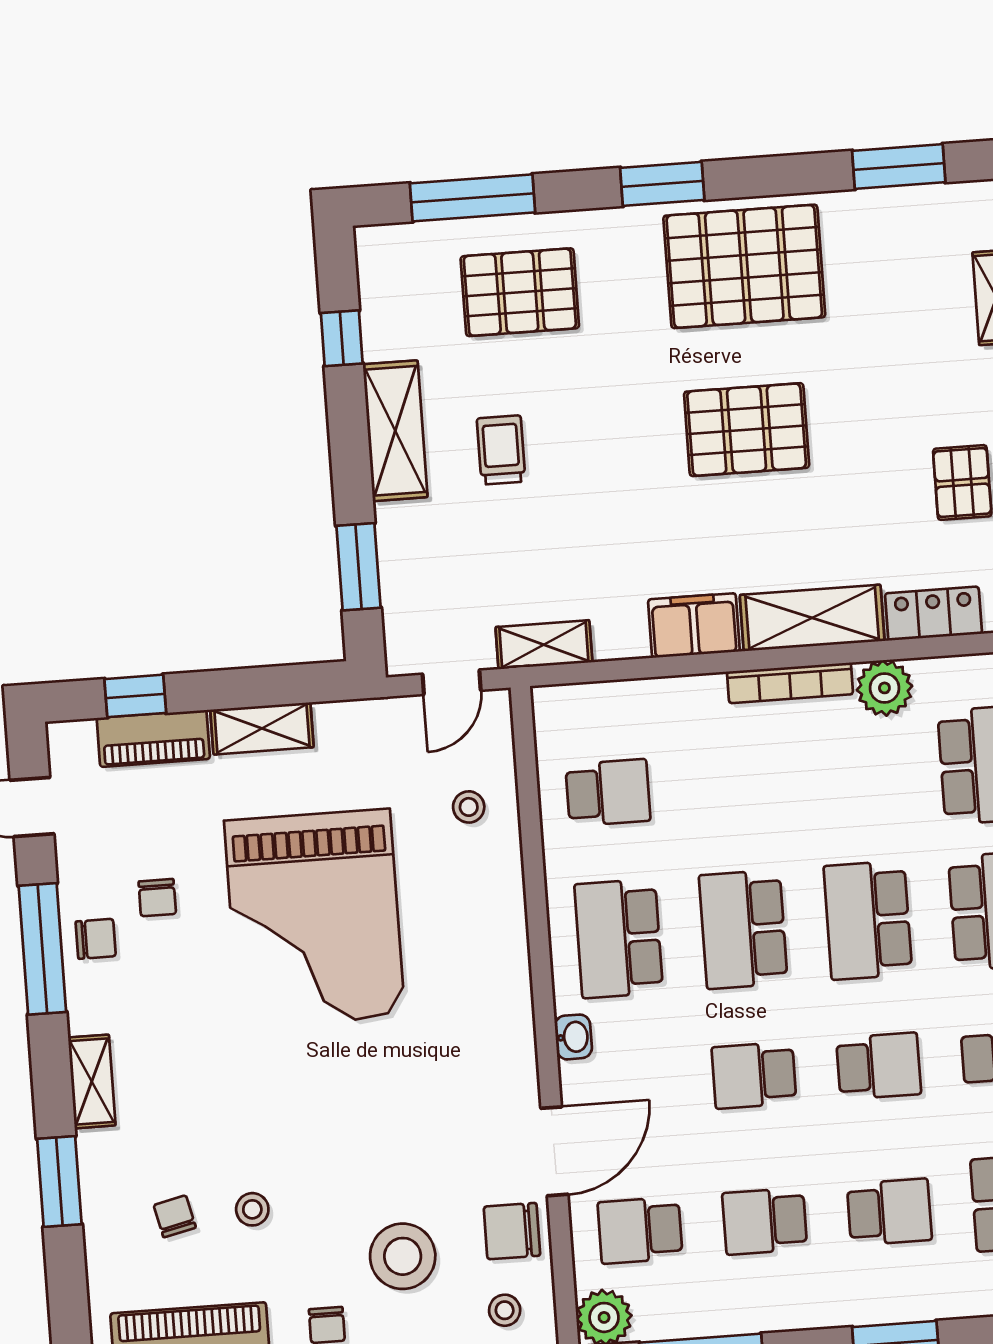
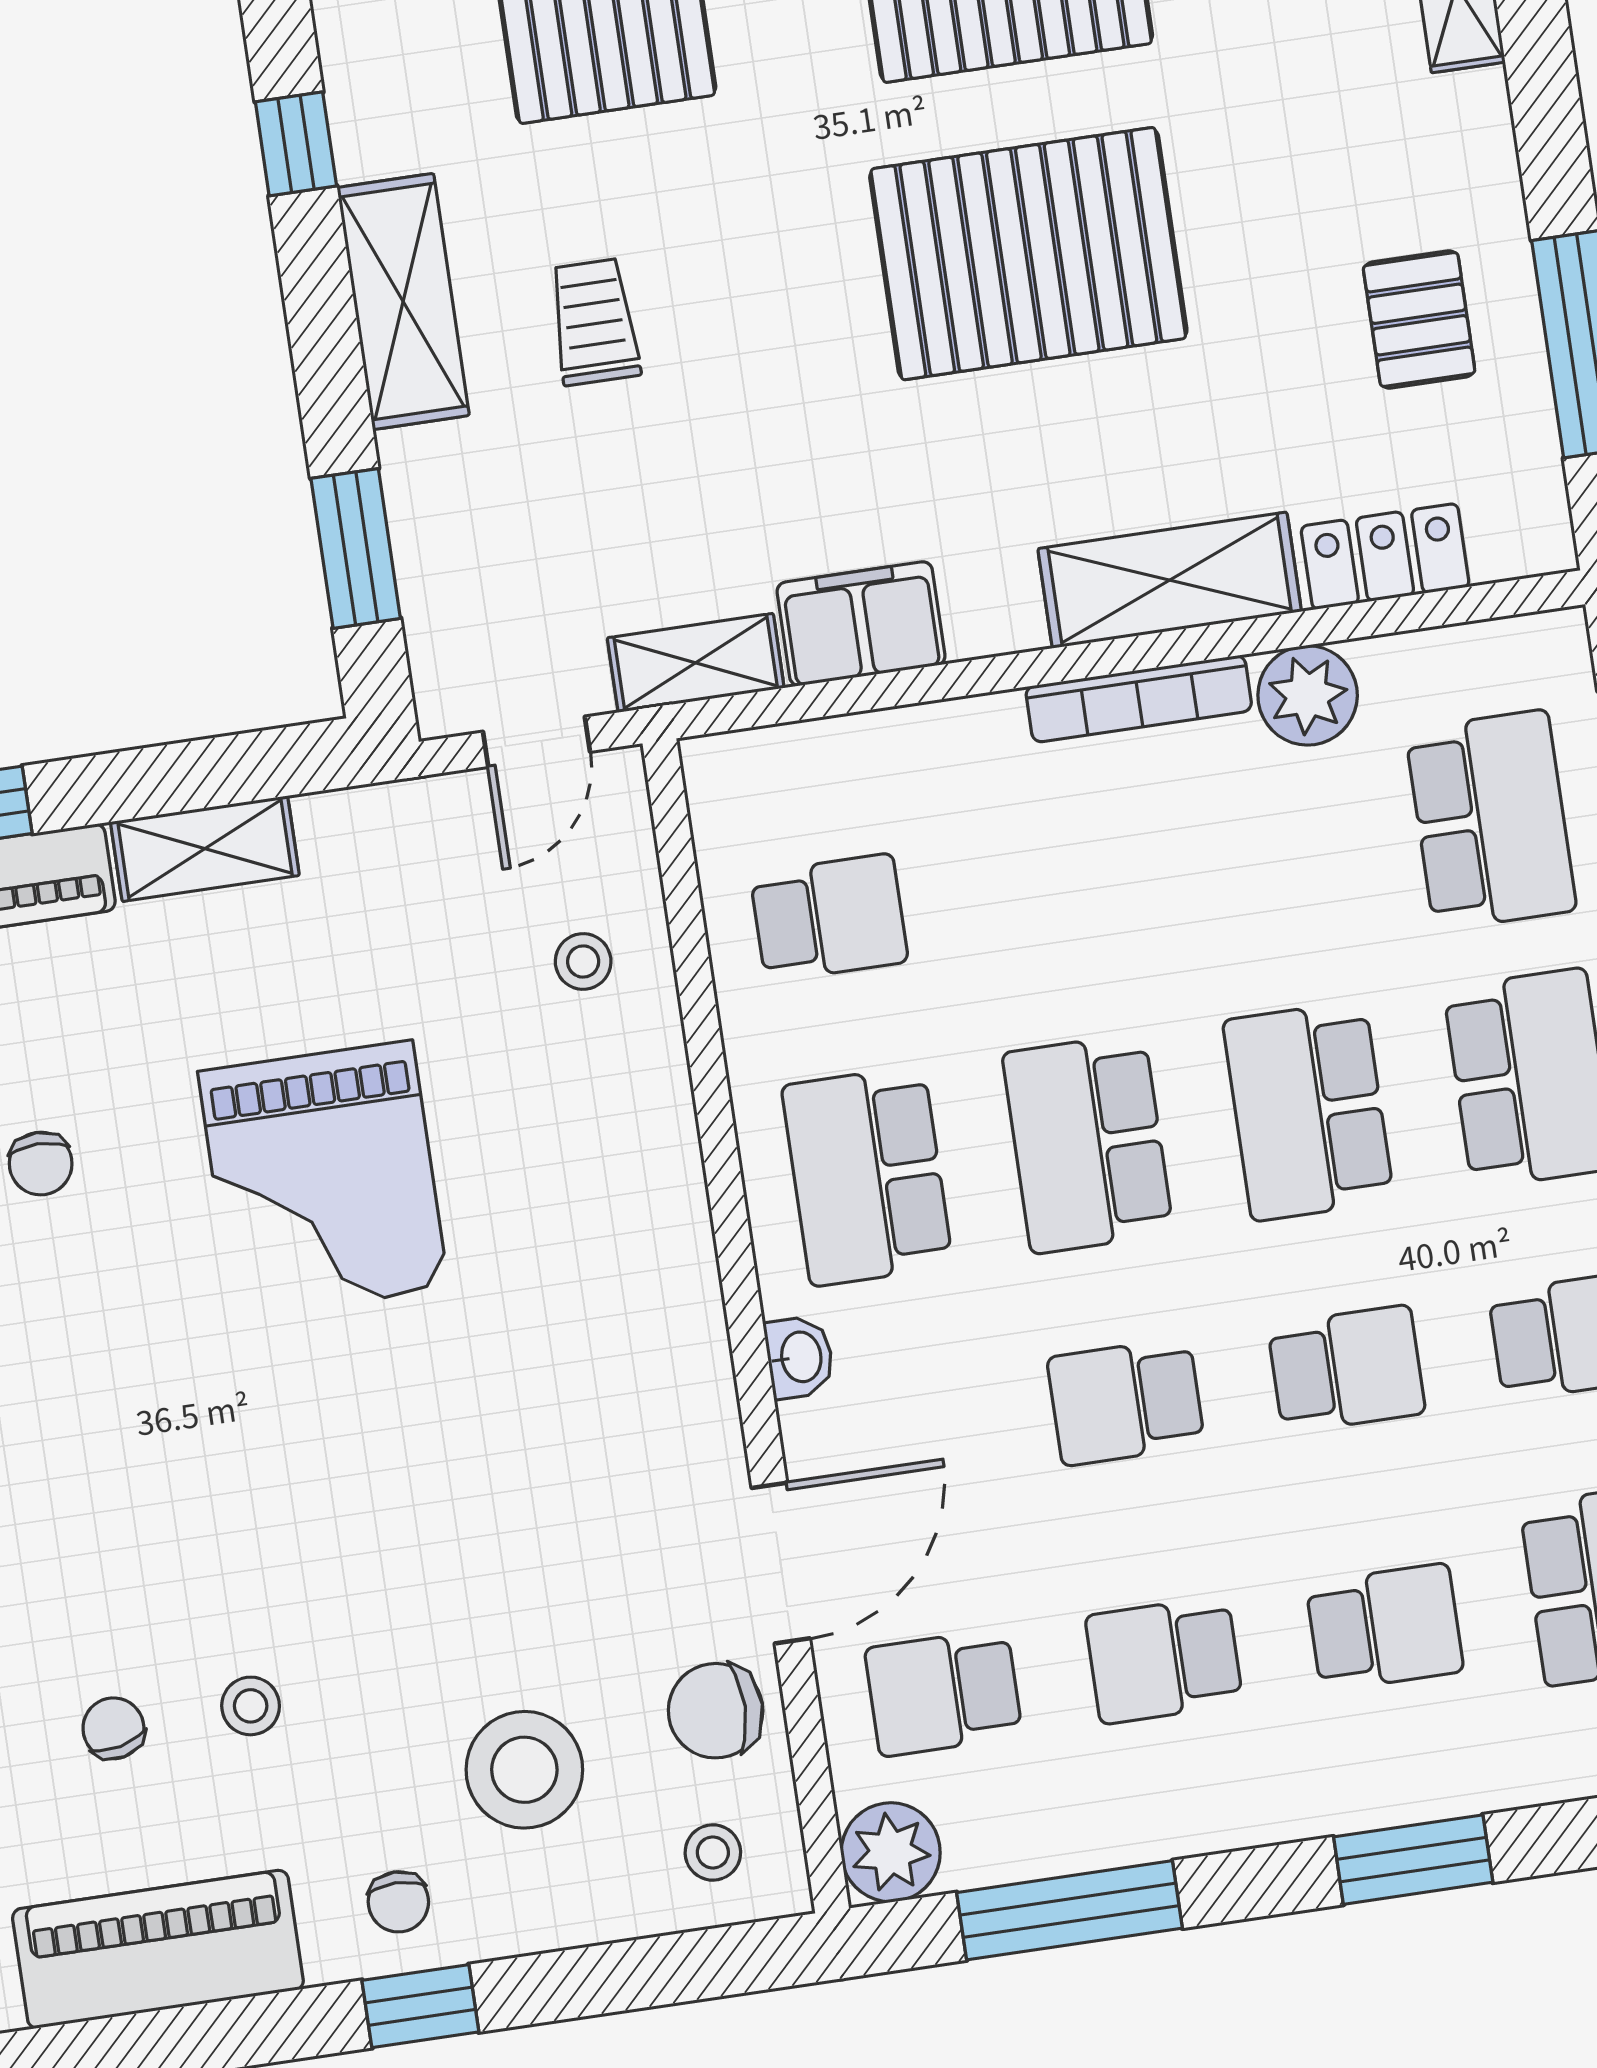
pallet: (747, 430) -> (1028, 254), width x1.37, depth x1.41
filing cabinet: (694, 625) -> (861, 624), moved
grand piano: (314, 918) -> (323, 1180), width x0.73, depth x0.68

